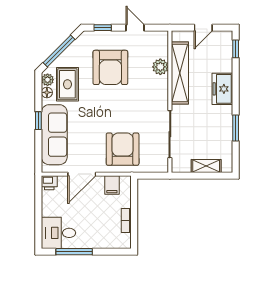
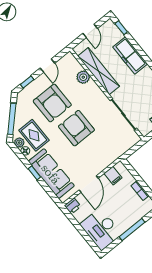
door: (135, 28) -> (47, 66), swing flipped
freezer: (222, 89) -> (130, 55), width x1.40
armchair: (123, 149) -> (76, 128), moved
desk: (58, 233) -> (101, 229), width x1.37
window: (74, 252) -> (132, 229), moved

